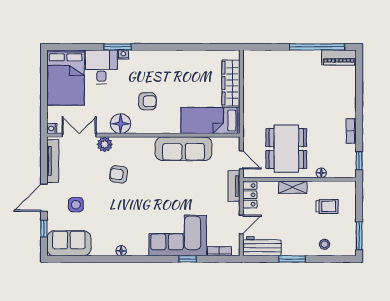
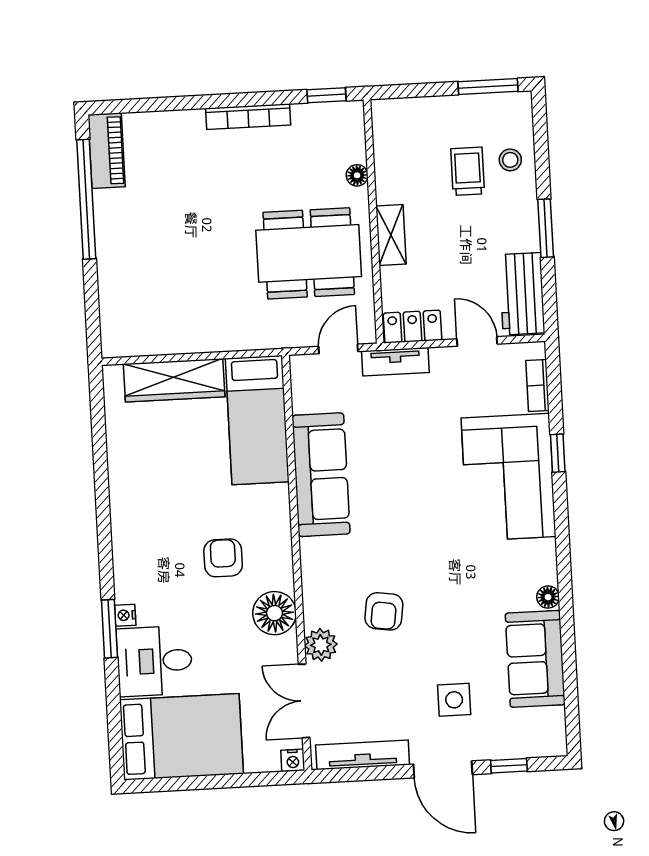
bookcase: (351, 131) -> (248, 117), width x1.56
trolley: (327, 206) -> (468, 171), moved
sofa: (69, 243) -> (535, 659), moved

